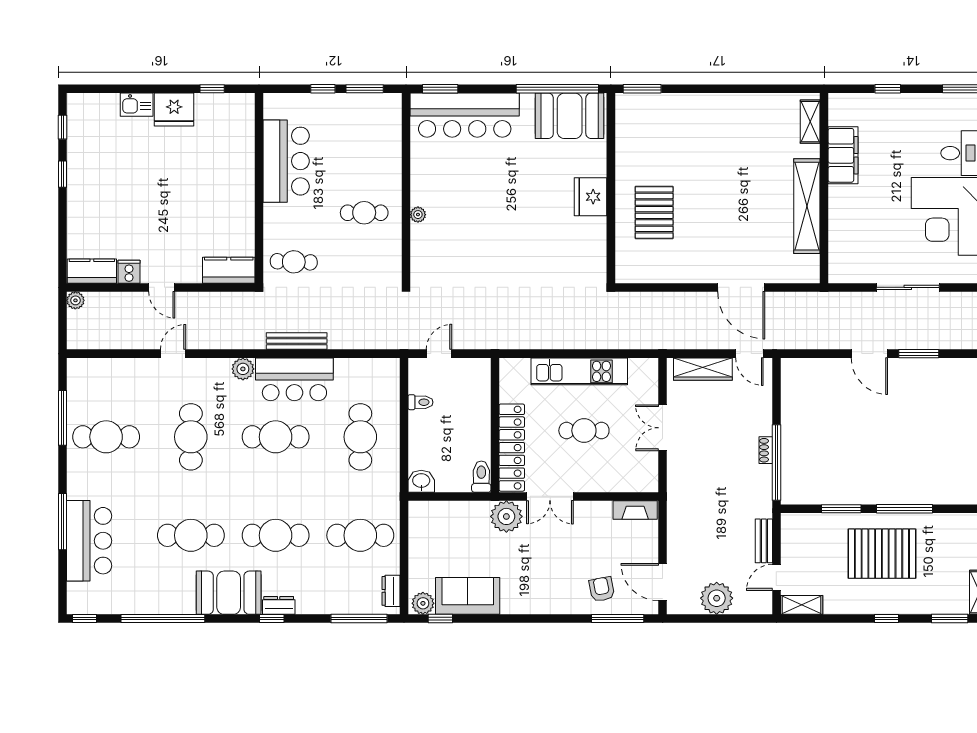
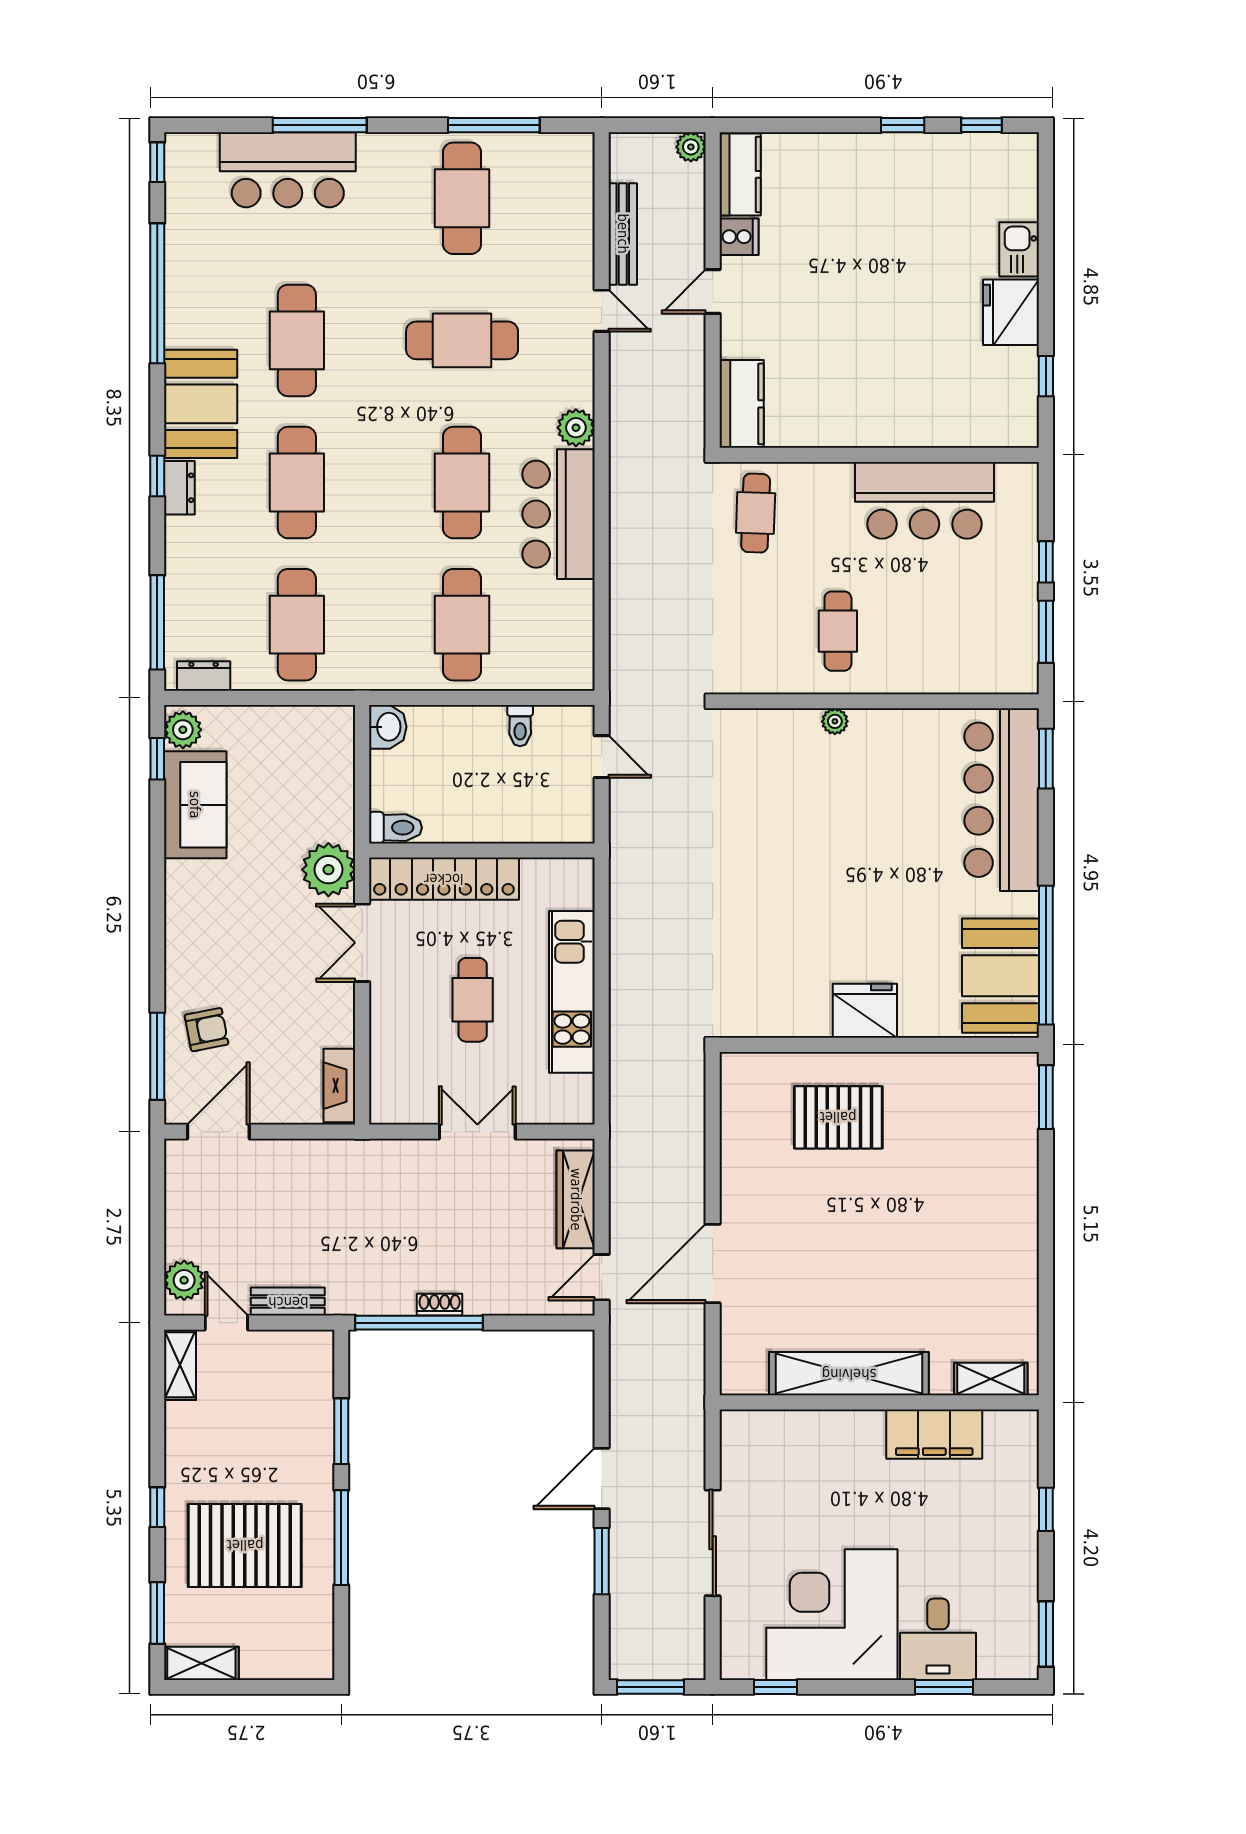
bench: (297, 341) -> (623, 234), moved
cafe table: (360, 437) -> (462, 625), turned 90
pallet: (882, 554) -> (245, 1545), moved, turned 90
plant: (717, 598) -> (184, 1280), moved, width x0.73, depth x0.73

